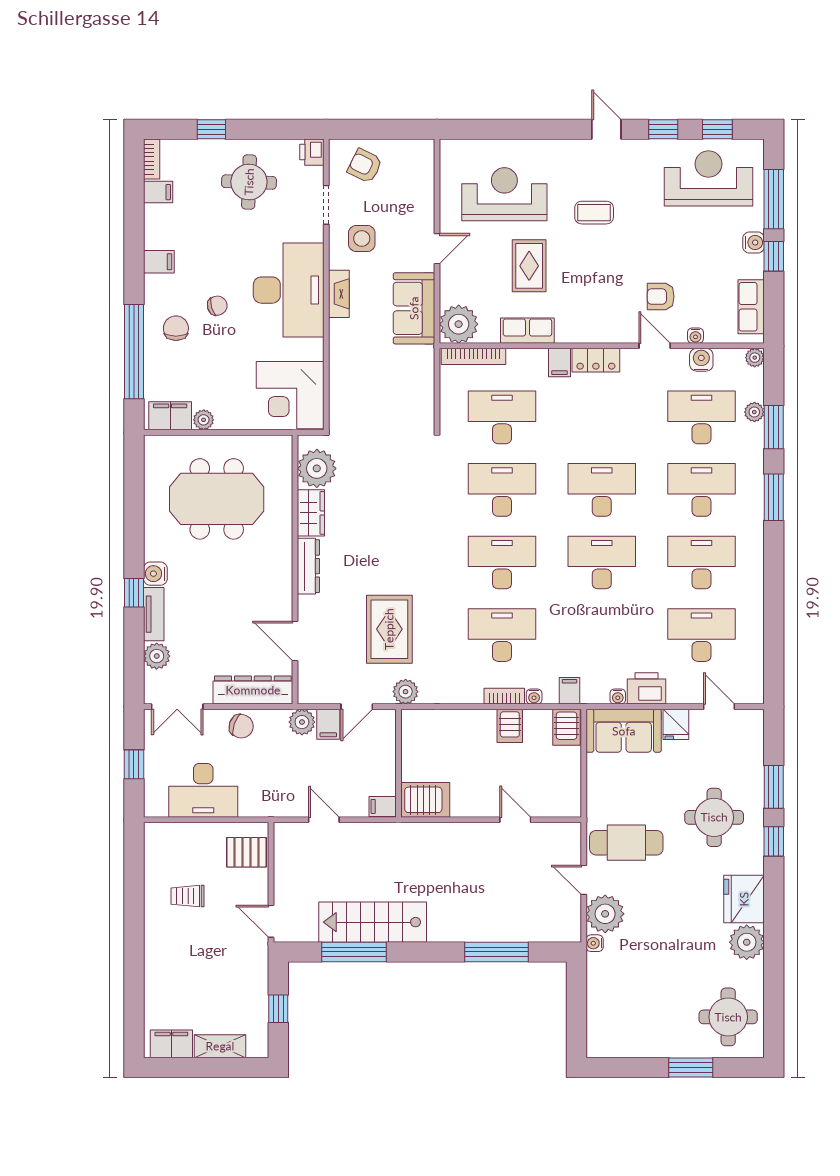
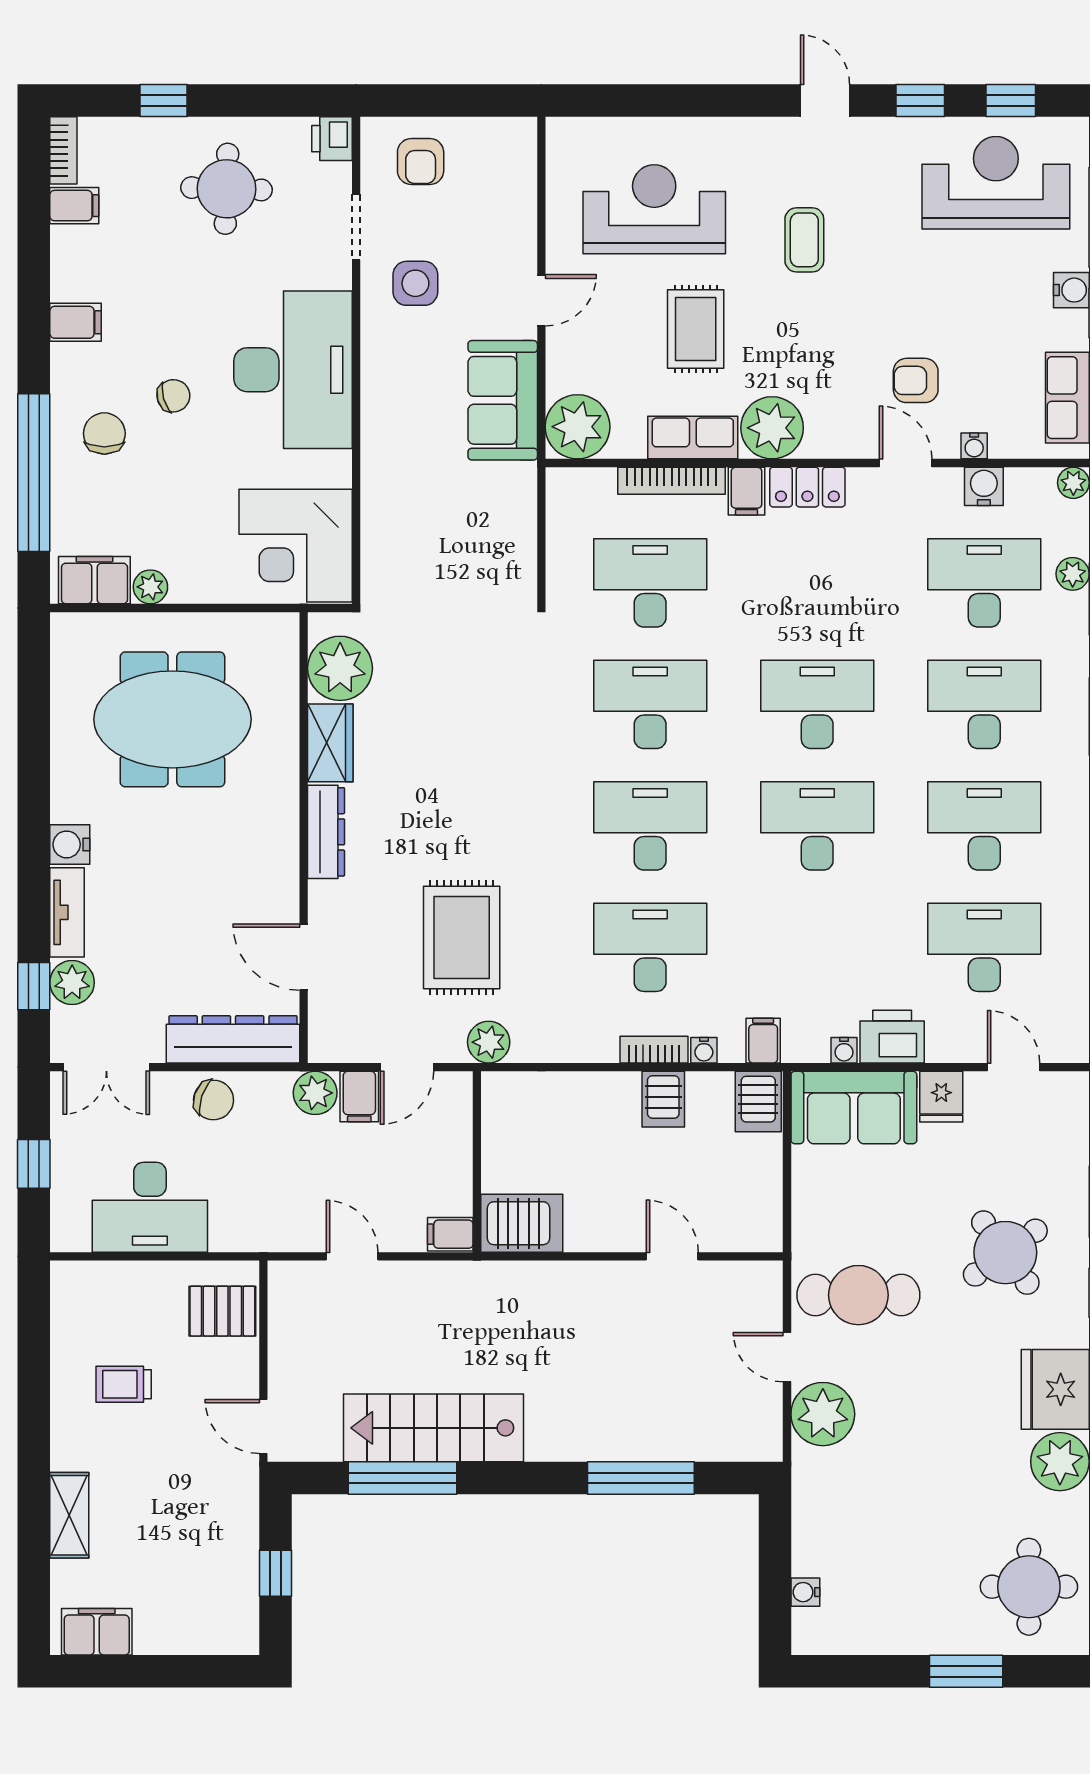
armchair: (365, 166) -> (421, 162), turned -116
coffee table: (594, 213) -> (804, 240), turned 90
fireplace: (339, 294) -> (377, 376), removed
plant: (575, 325) -> (772, 428), added
bookcase: (473, 356) -> (672, 481), moved
window: (134, 593) -> (34, 986), moved
round table: (714, 817) -> (1005, 1253), turned -36
water cooler: (595, 943) -> (805, 1592), moved
shelving: (220, 1046) -> (69, 1515), moved, turned 90

